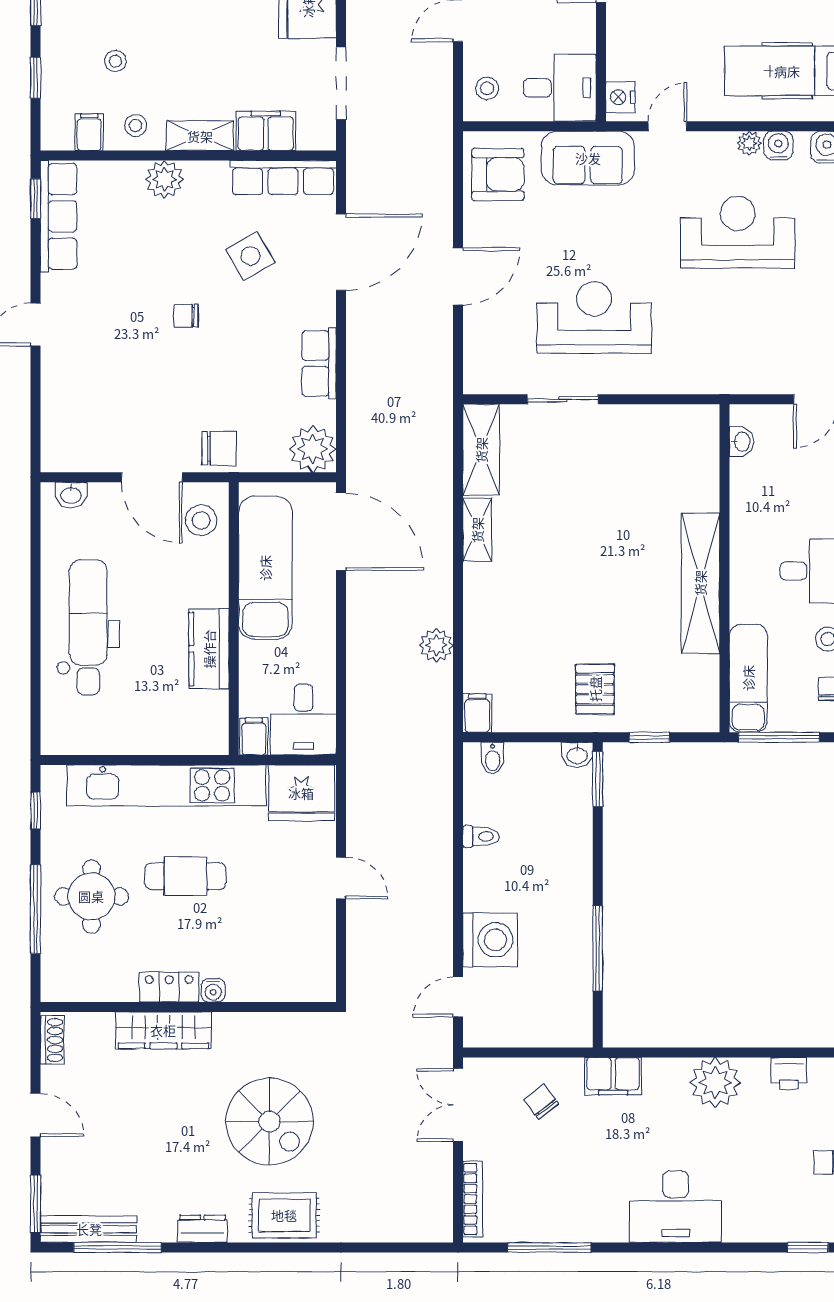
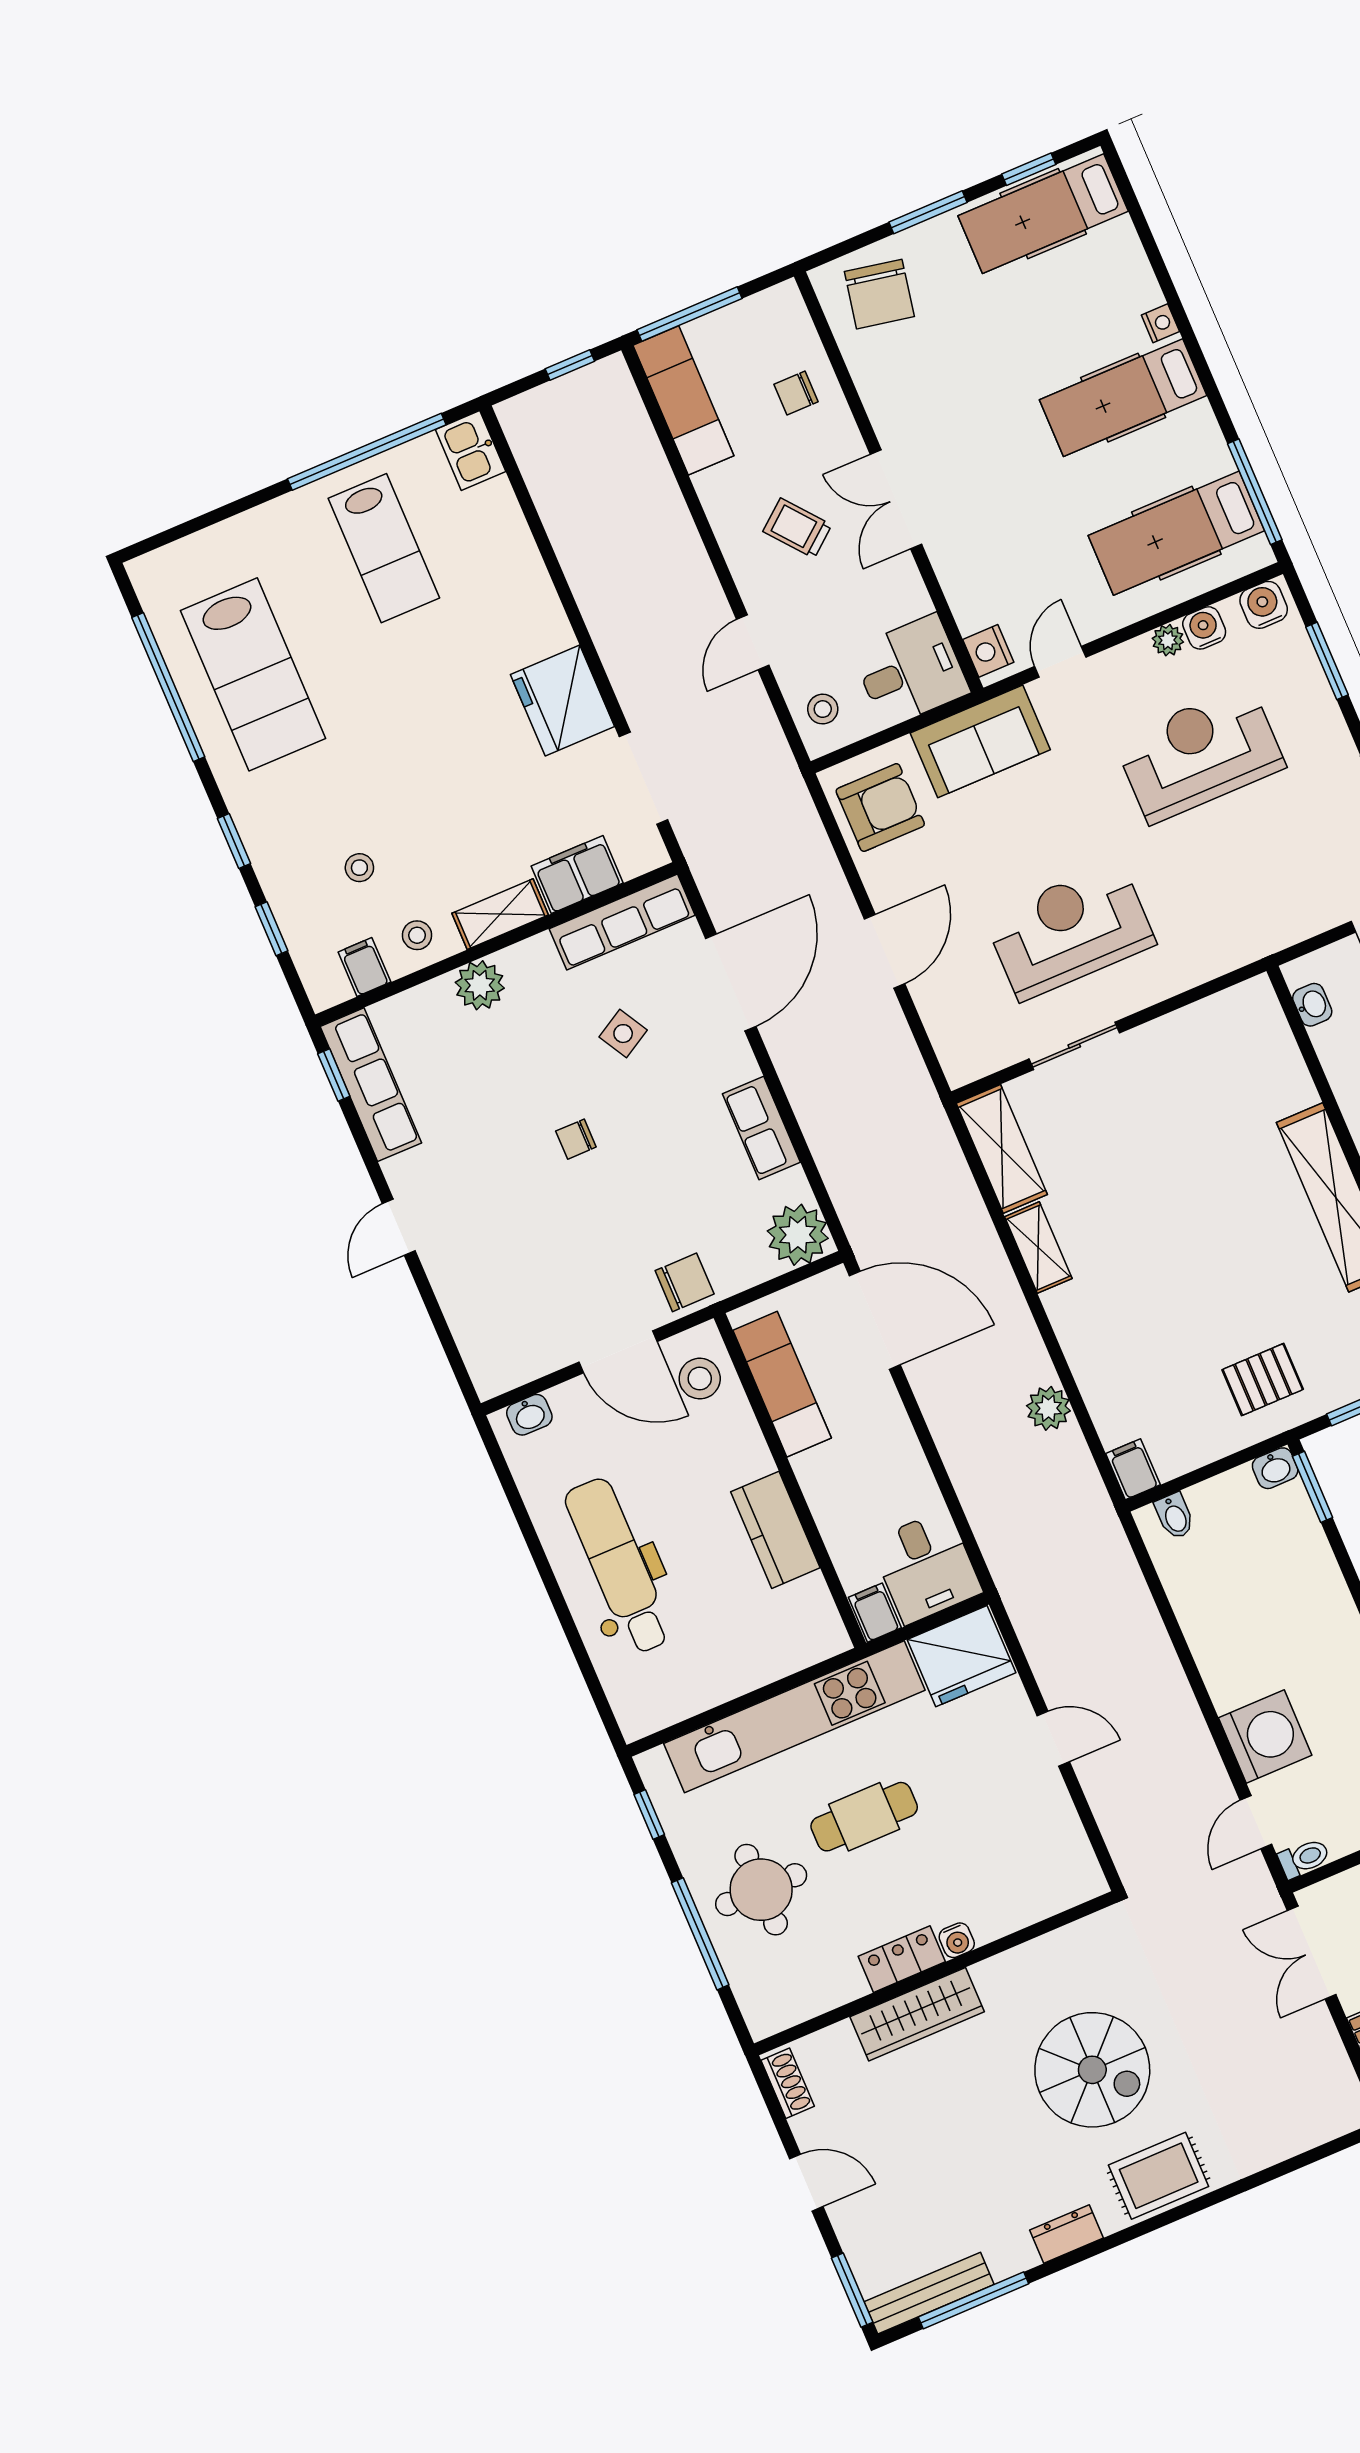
side table: (250, 256) -> (623, 1034), width x0.73, depth x0.73
exam couch: (265, 568) -> (782, 1384), width x0.73, depth x0.69
pallet: (595, 689) -> (1263, 1380), turned 90
toilet: (481, 836) -> (1304, 1858), moved

